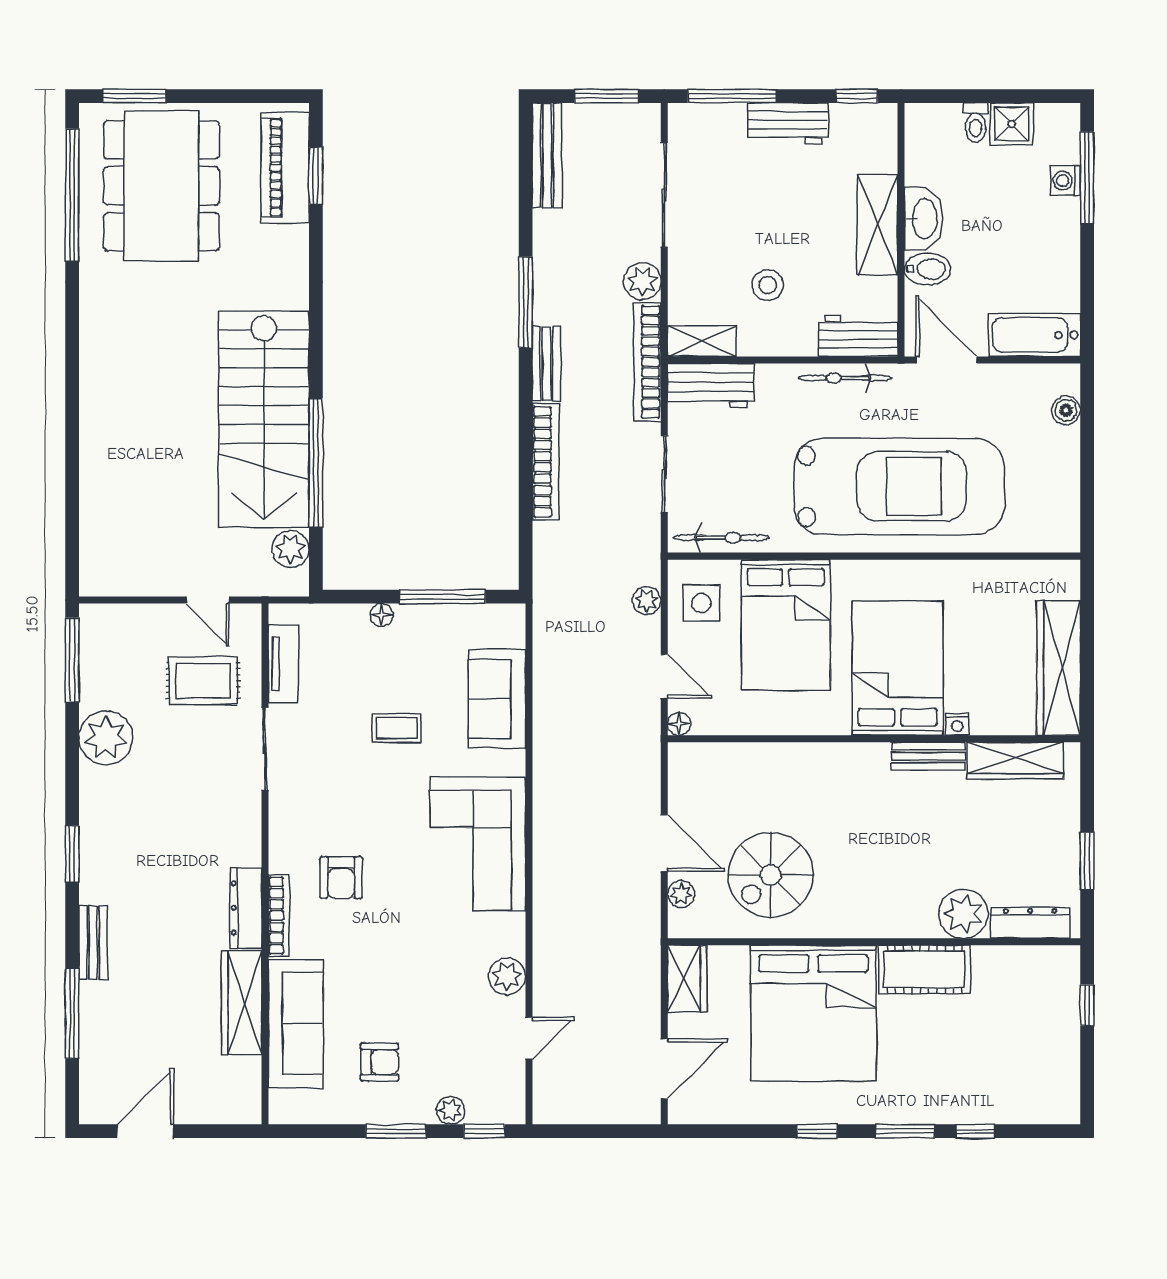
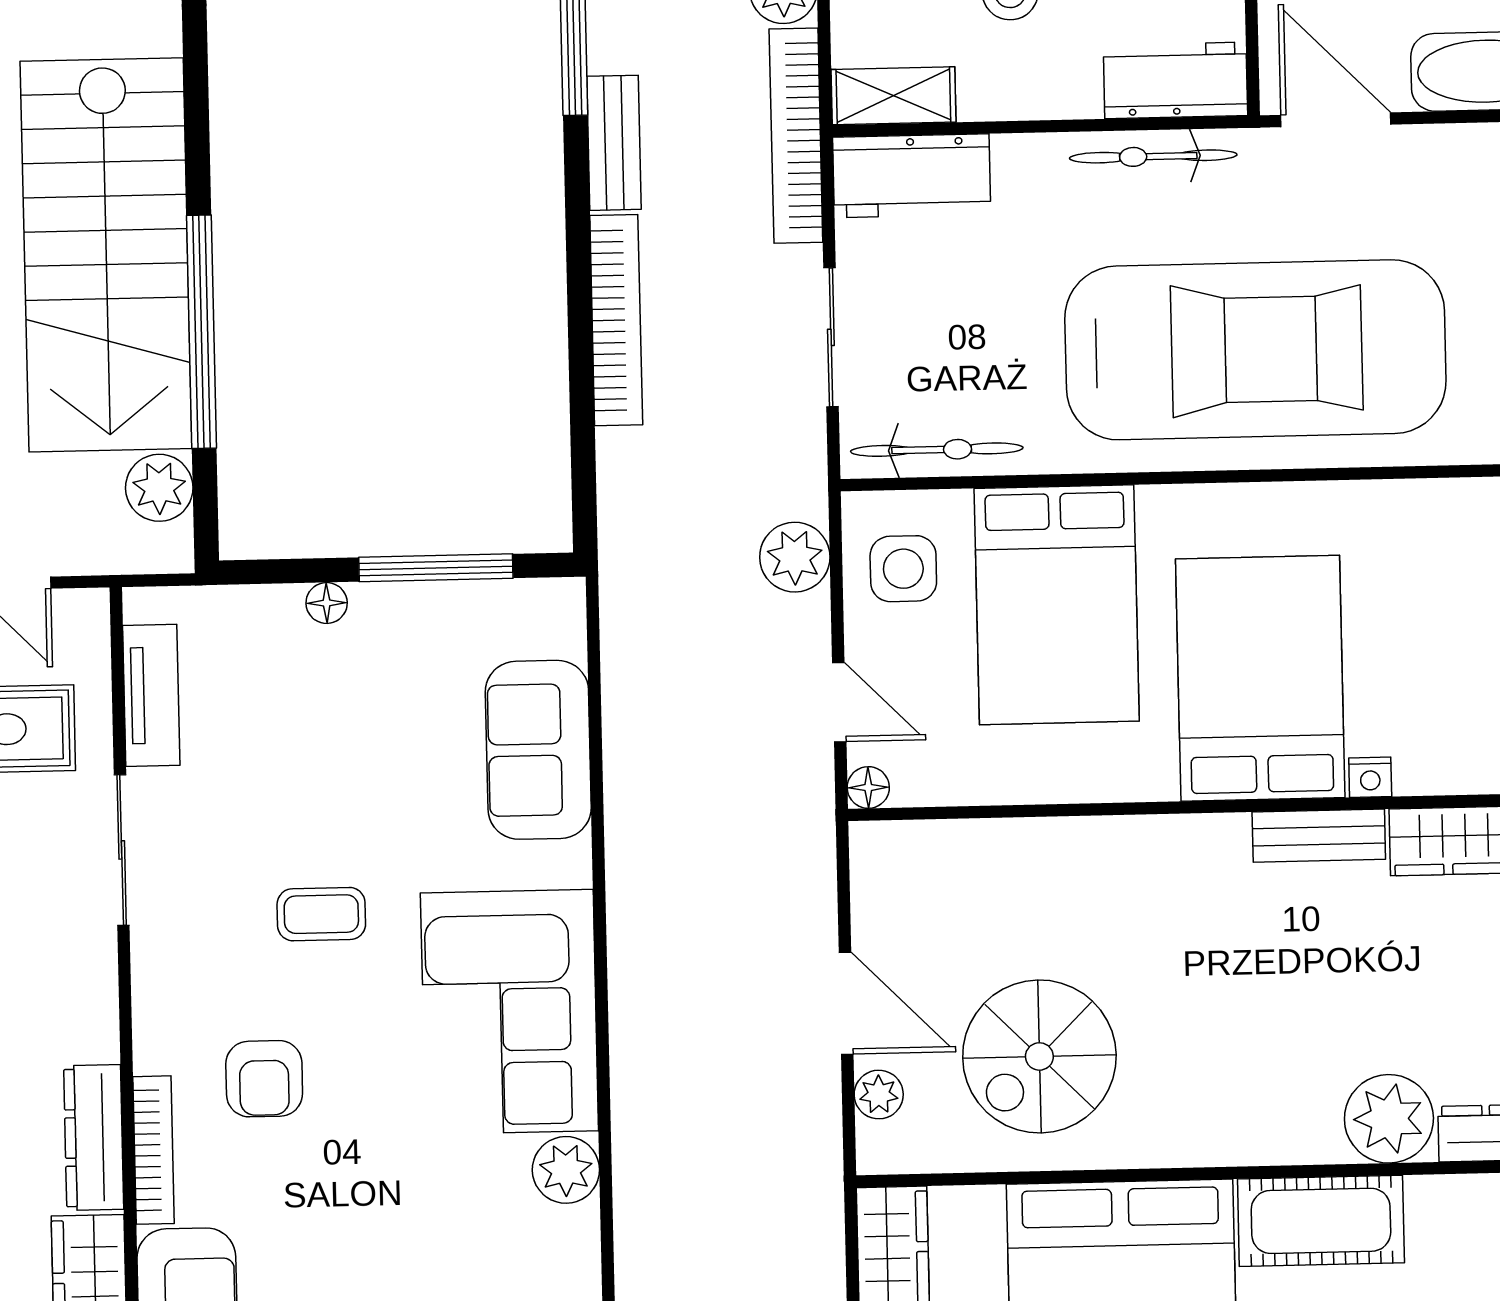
plant: (647, 601) -> (795, 557), width x1.38, depth x1.38
coffee table: (397, 728) -> (321, 914), moved
plant: (507, 976) -> (566, 1170), moved

